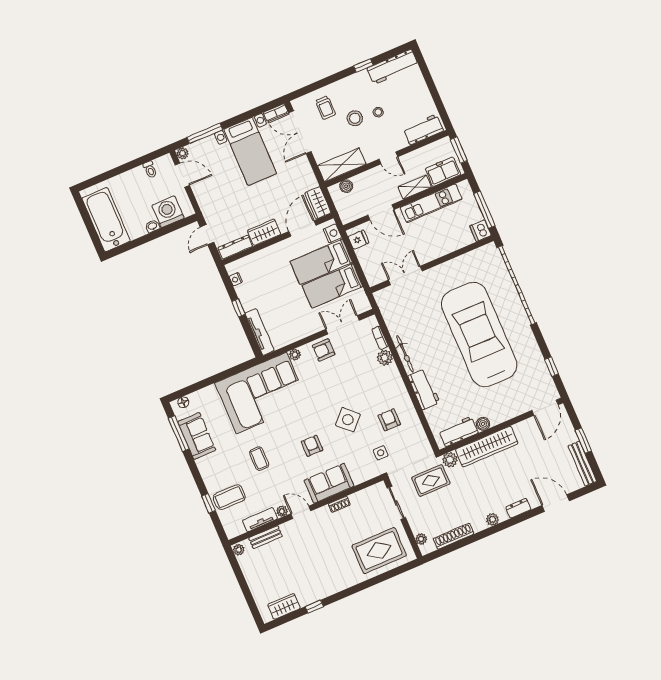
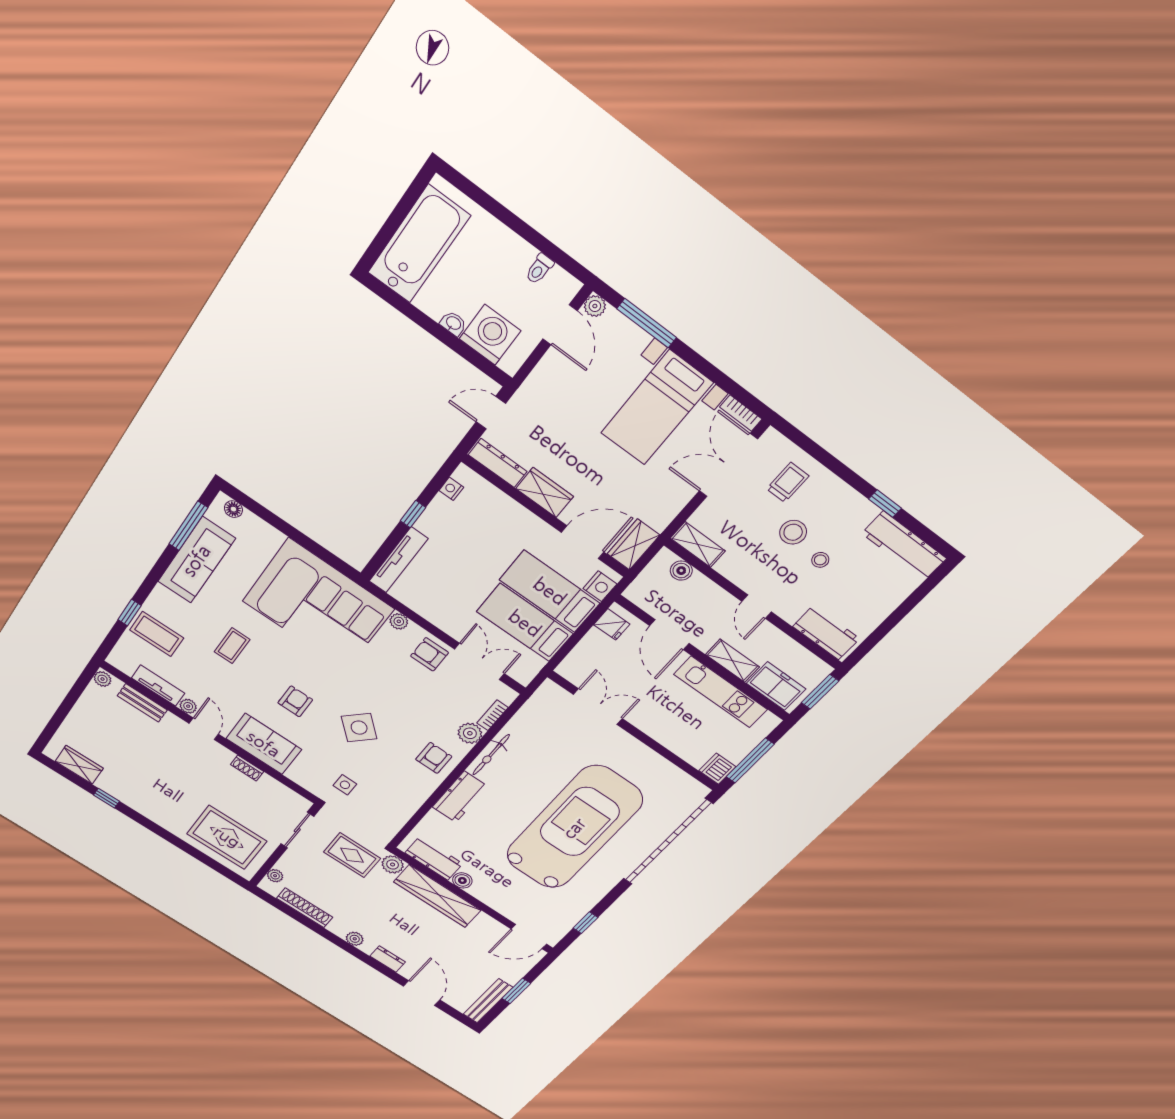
trolley: (325, 108) -> (788, 482), turned 180
shelving: (342, 165) -> (698, 545), width x0.67, depth x0.75
armchair: (389, 420) -> (434, 758), moved
sofa: (197, 436) -> (196, 560), width x1.36

